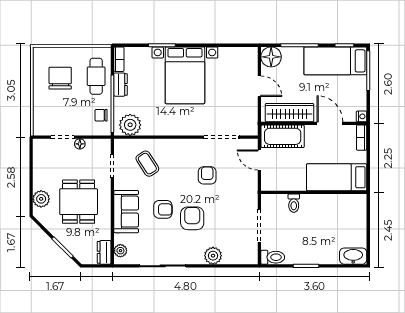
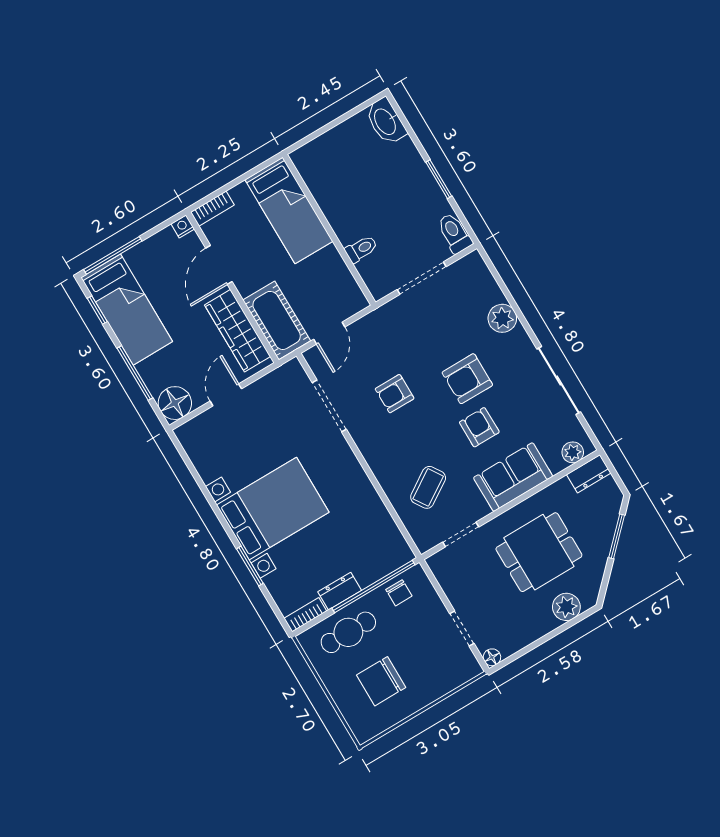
plant: (130, 125) -> (388, 544), removed
floor lamp: (80, 144) -> (492, 657), moved

